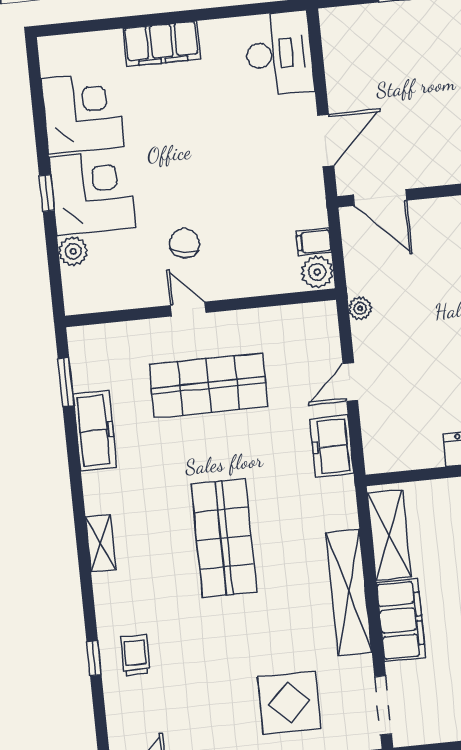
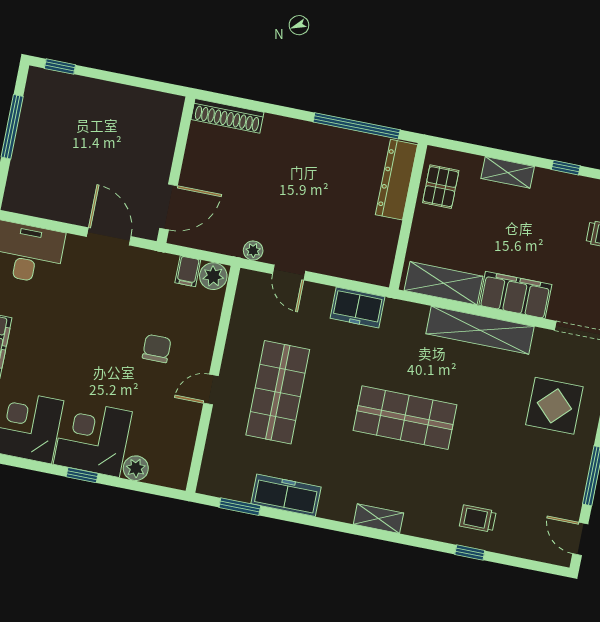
chair: (184, 243) -> (157, 348), moved, turned 80
door: (350, 382) -> (289, 272), moved

